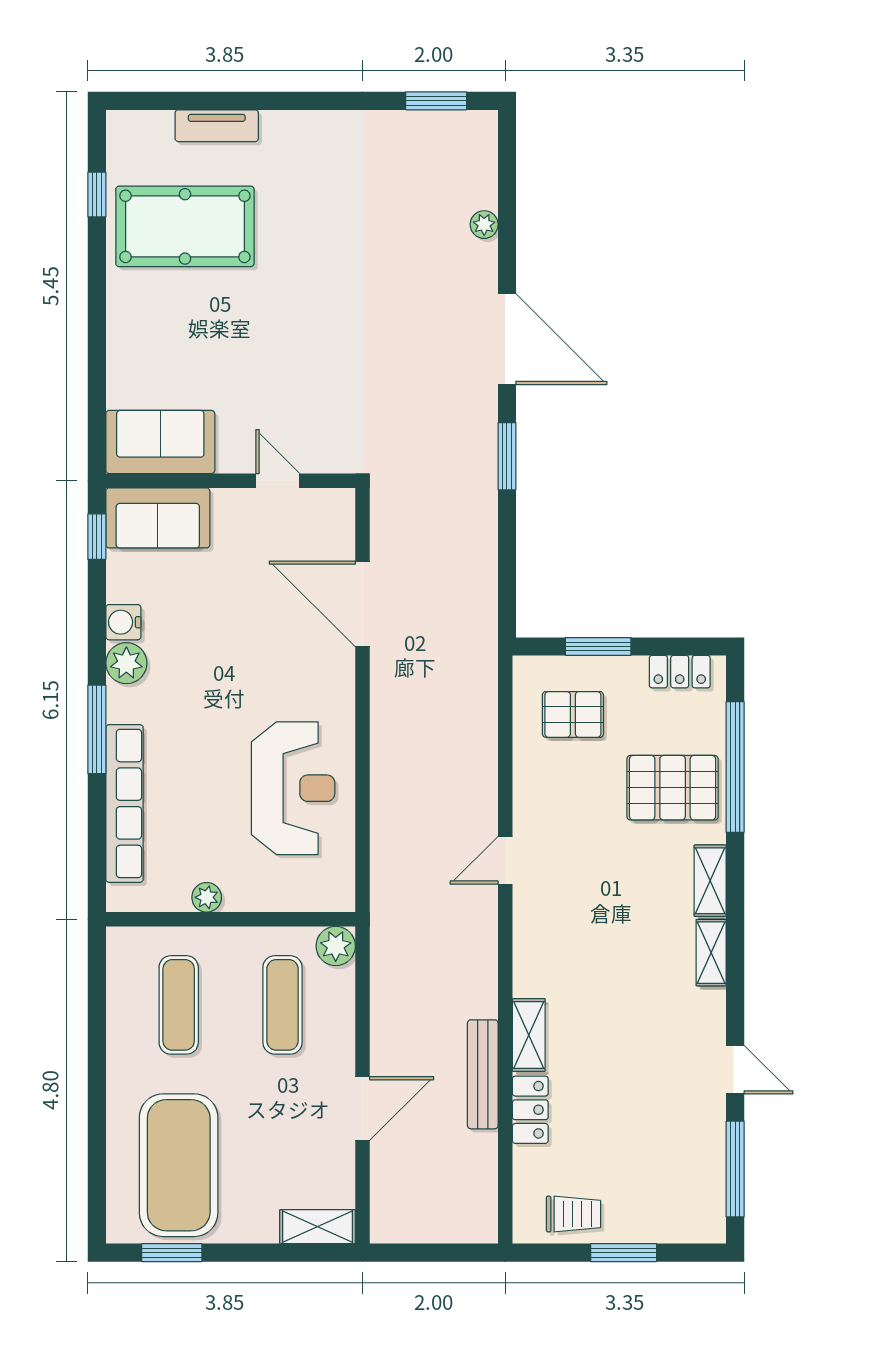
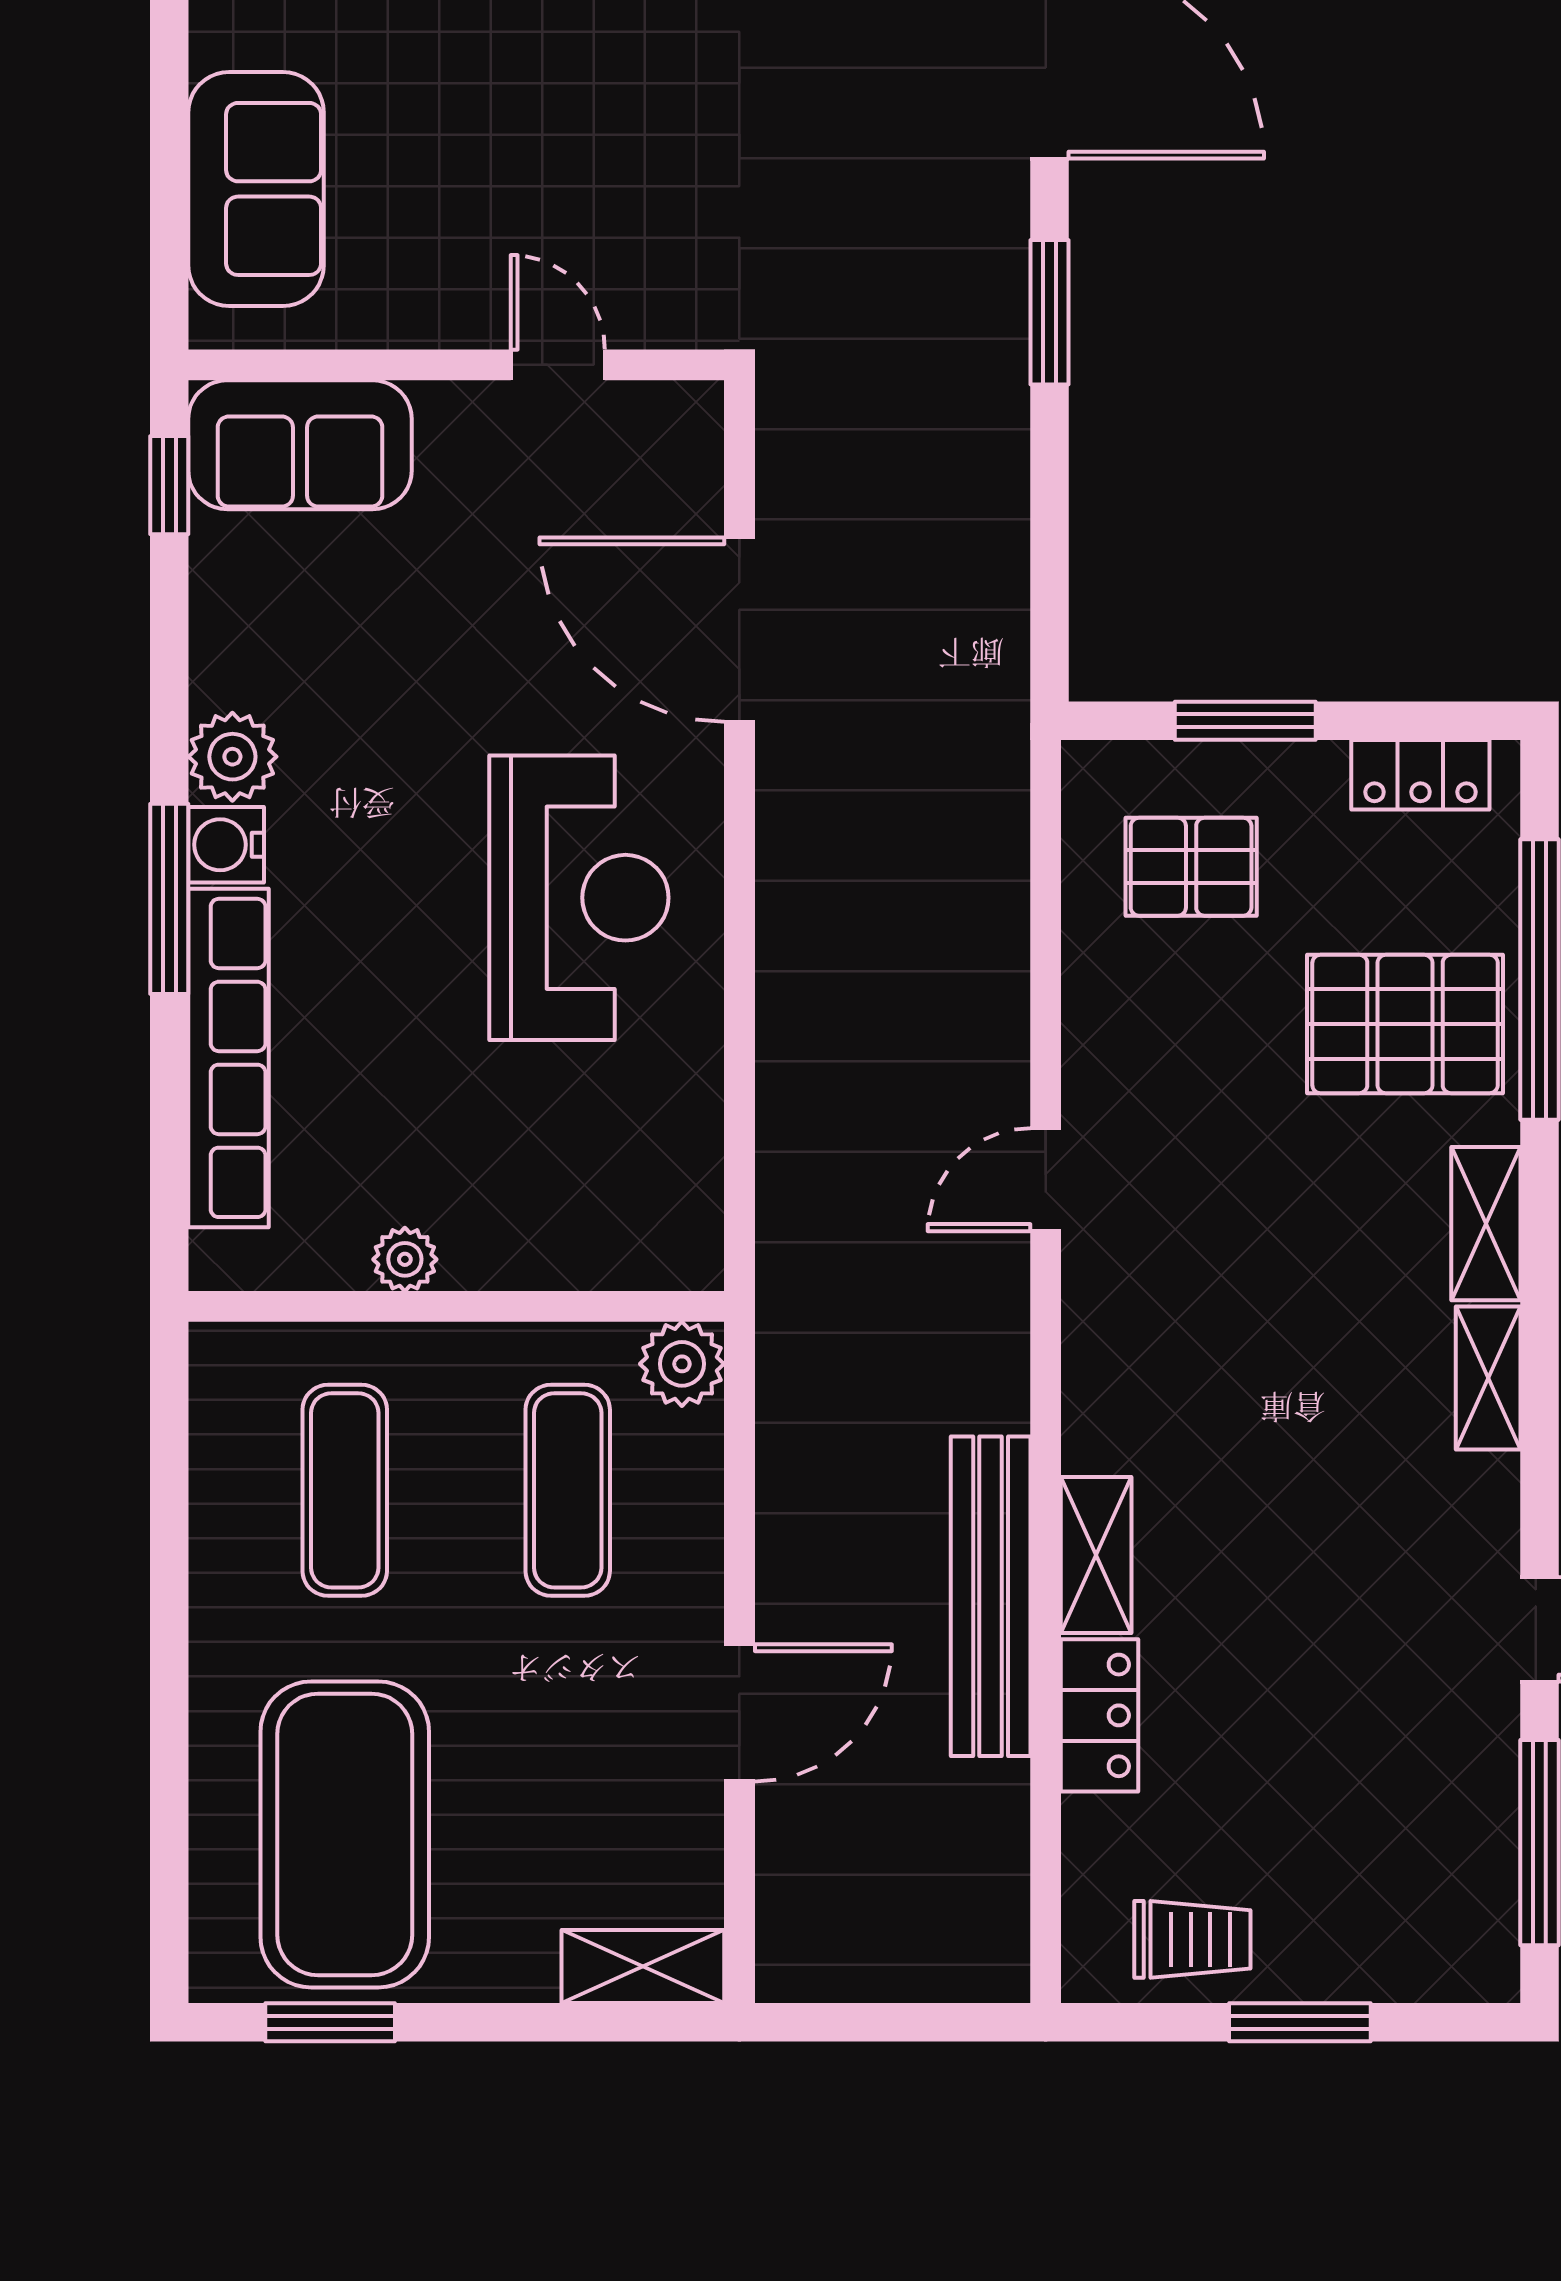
sofa: (160, 442) -> (256, 189), moved, turned 90
water cooler: (123, 622) -> (226, 845), moved
reception desk: (293, 788) -> (579, 898), moved
bench: (483, 1074) -> (991, 1596), width x1.37, depth x1.21

